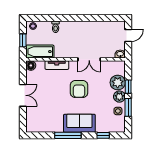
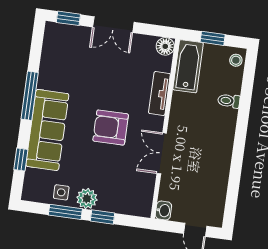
plant: (118, 83) -> (113, 199), removed
window: (23, 120) -> (68, 18), added
sofa: (79, 123) -> (47, 130), width x1.36

